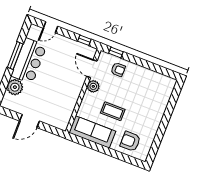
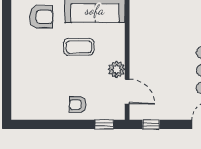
armchair: (118, 70) -> (78, 105), moved

